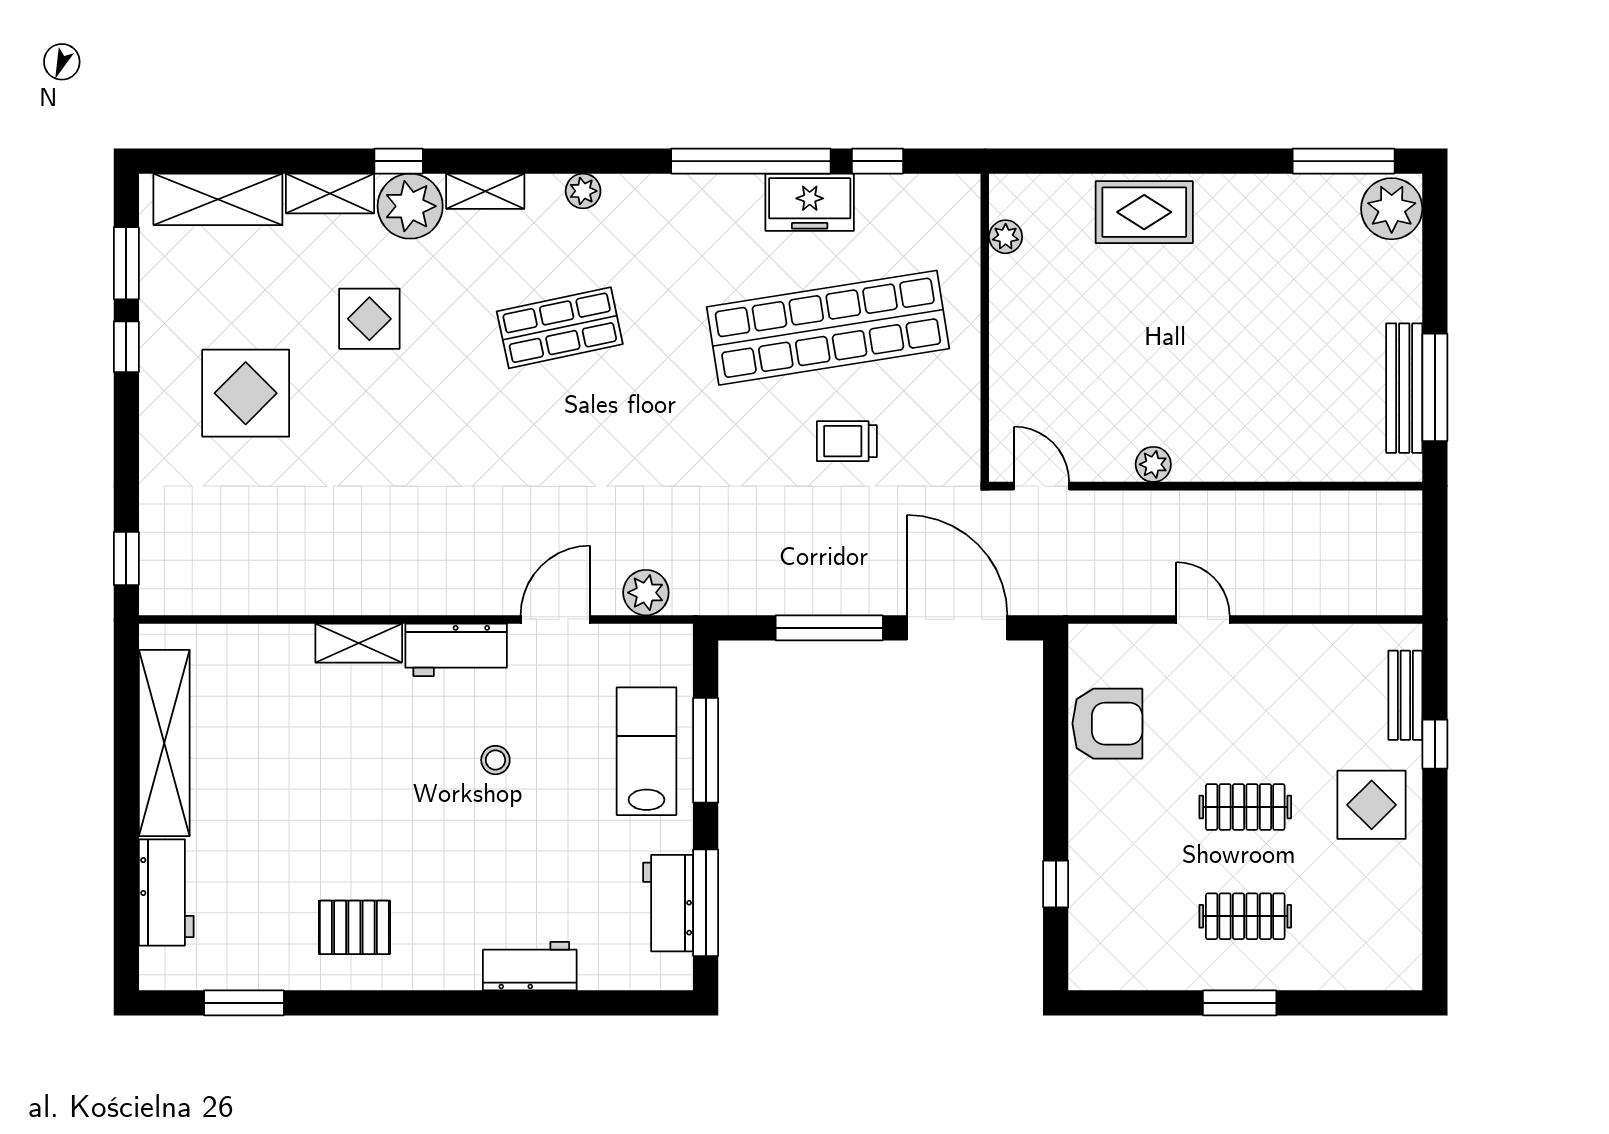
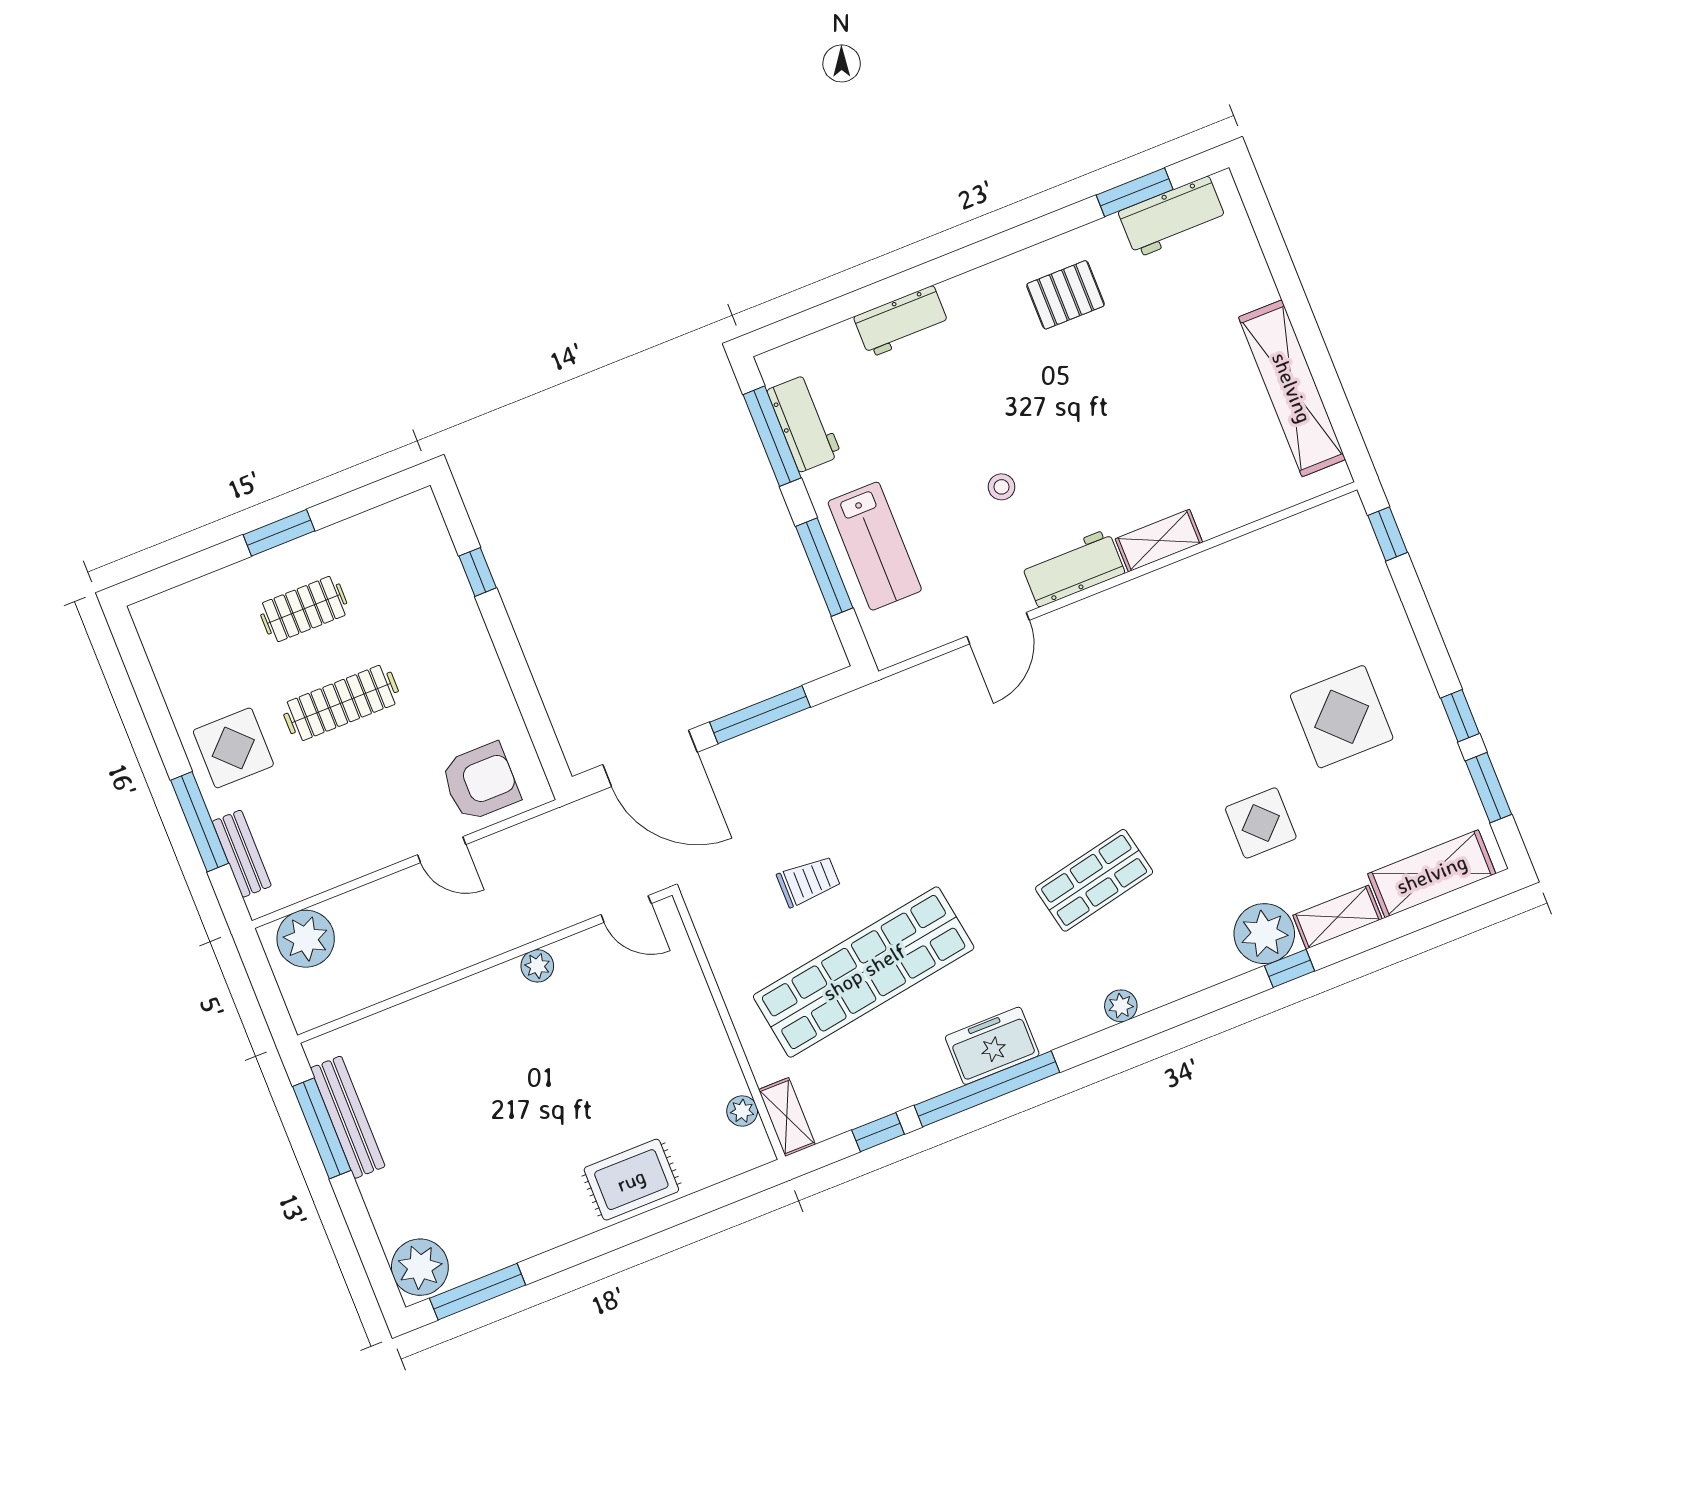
shelving: (485, 191) -> (787, 1117), moved, turned 90
freezer: (810, 202) -> (992, 1046), moved
plant: (646, 593) -> (306, 939), moved, width x1.36, depth x1.36
armchair: (1107, 724) -> (480, 782), moved, turned 180
window: (1435, 744) -> (200, 822), width x2.17
clothes rail: (1245, 807) -> (341, 703), width x1.36
workbench: (166, 892) -> (1172, 217), moved, turned -90

